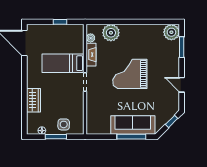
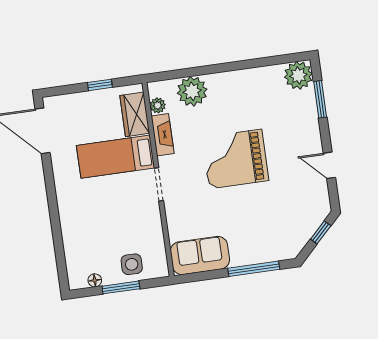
wardrobe: (33, 100) -> (135, 114), moved, turned 180
sofa: (133, 125) -> (200, 255), moved, width x0.73

